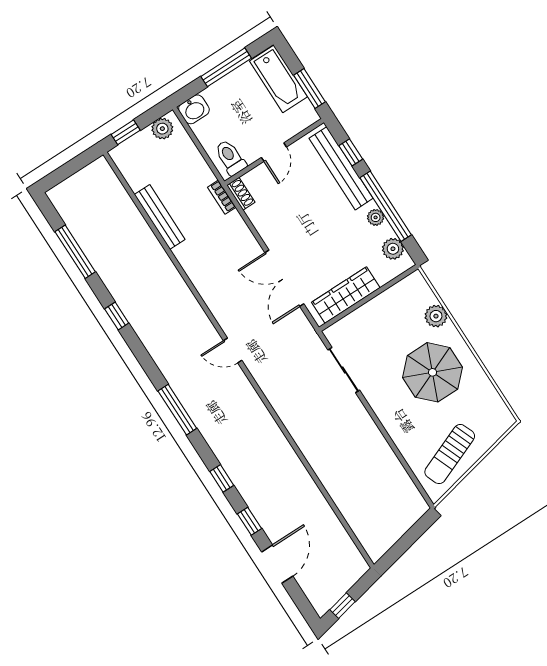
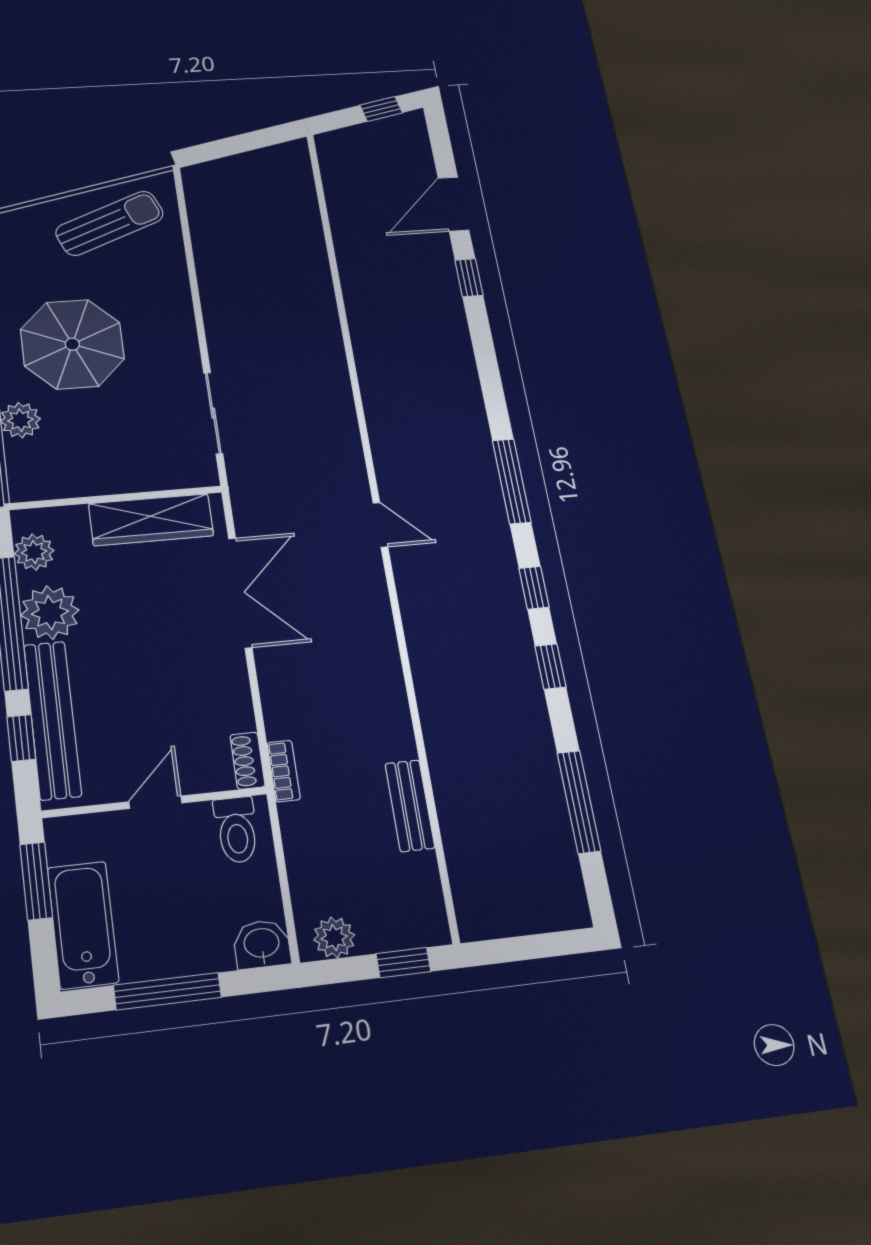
bench: (160, 217) -> (410, 806), width x0.73
plant: (376, 217) -> (50, 613), width x1.87, depth x1.87
window: (222, 478) -> (534, 588), moved

